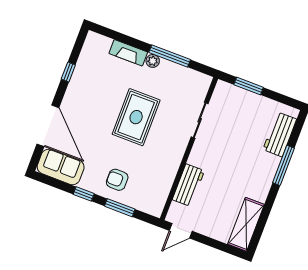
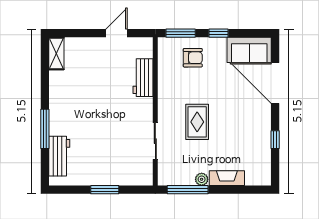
rug: (136, 117) -> (197, 122), width x0.73, depth x0.70
sliding door: (200, 120) -> (155, 141), moved
wall: (189, 149) -> (155, 111), moved
workbench: (188, 185) -> (143, 78), moved
shelving: (246, 224) -> (56, 54), width x0.67, depth x0.75

